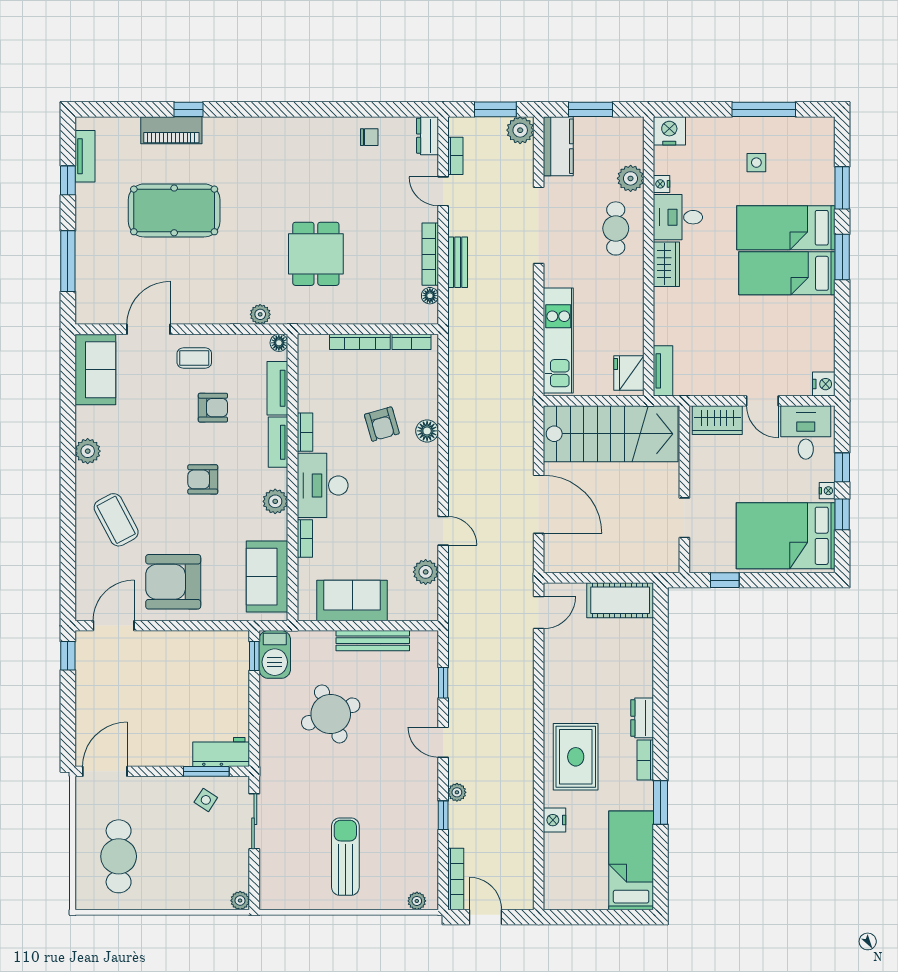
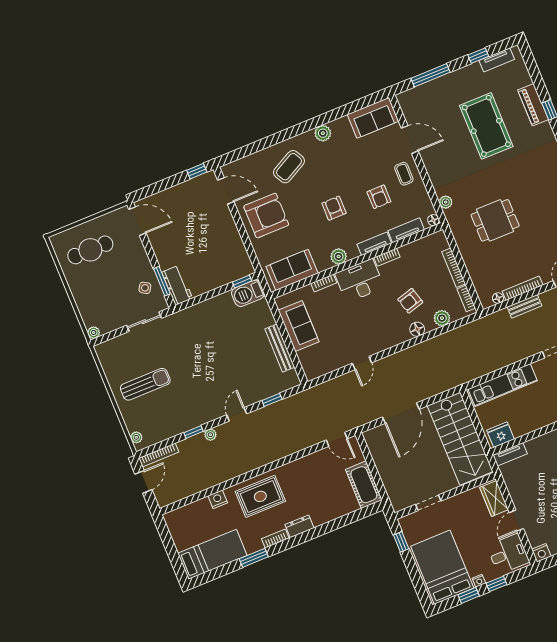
plant: (426, 572) -> (442, 318), moved
armchair: (173, 582) -> (266, 216), turned 90
round table: (331, 714) -> (226, 341), removed

